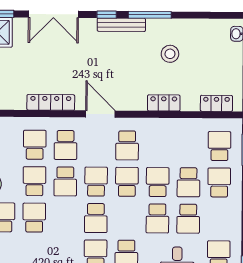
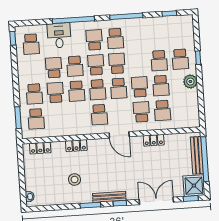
window: (150, 15) -> (90, 205), width x0.69
locker: (51, 102) -> (154, 140), width x0.66
school desk: (127, 145) -> (99, 115), turned 180
school desk: (127, 218) -> (96, 65), added
school desk: (157, 218) -> (75, 66), turned 180

